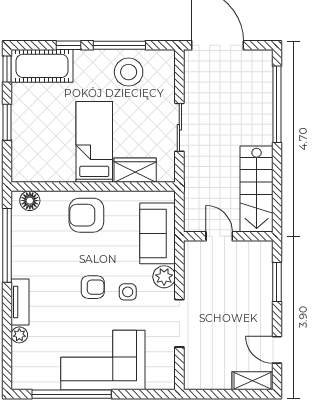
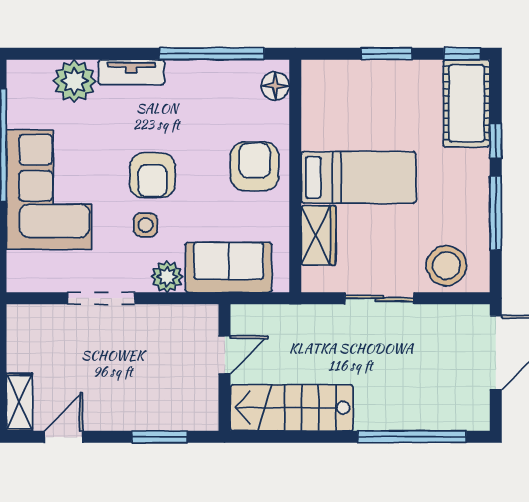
stool: (129, 72) -> (446, 266), moved
armchair: (93, 287) -> (152, 175), width x1.38, depth x1.38
plant: (19, 335) -> (74, 81), width x1.88, depth x1.88

